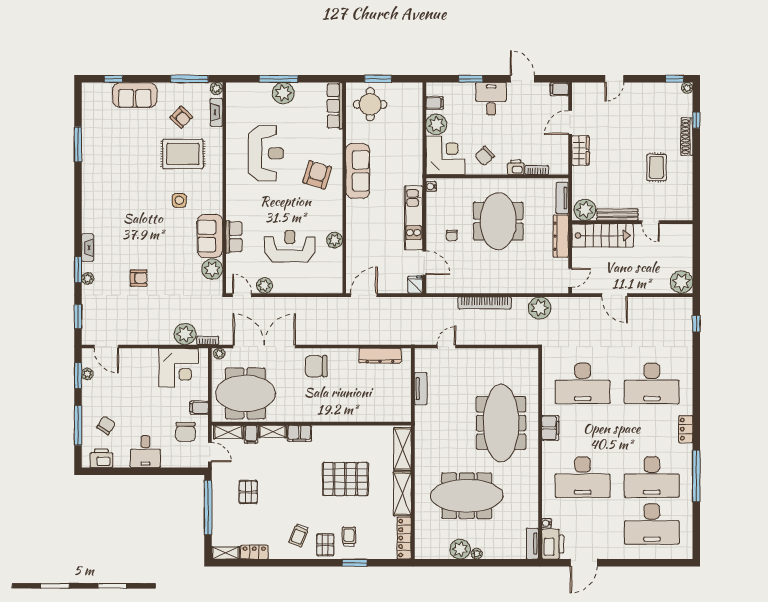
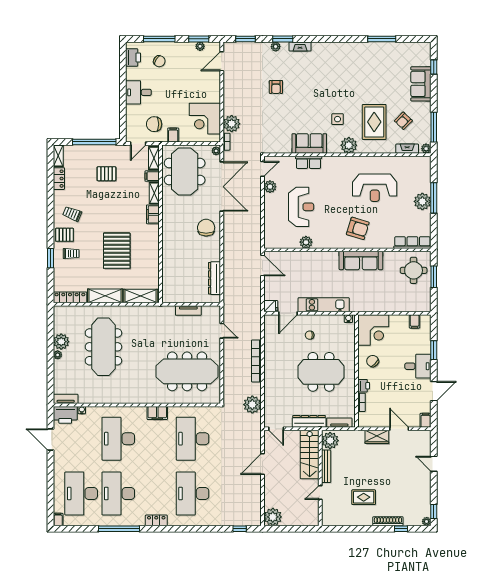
plant: (436, 124) -> (398, 323), removed
plant: (212, 269) -> (349, 145), moved
meeting table: (501, 423) -> (187, 371), moved
filing cabinet: (685, 553) -> (58, 520), added

